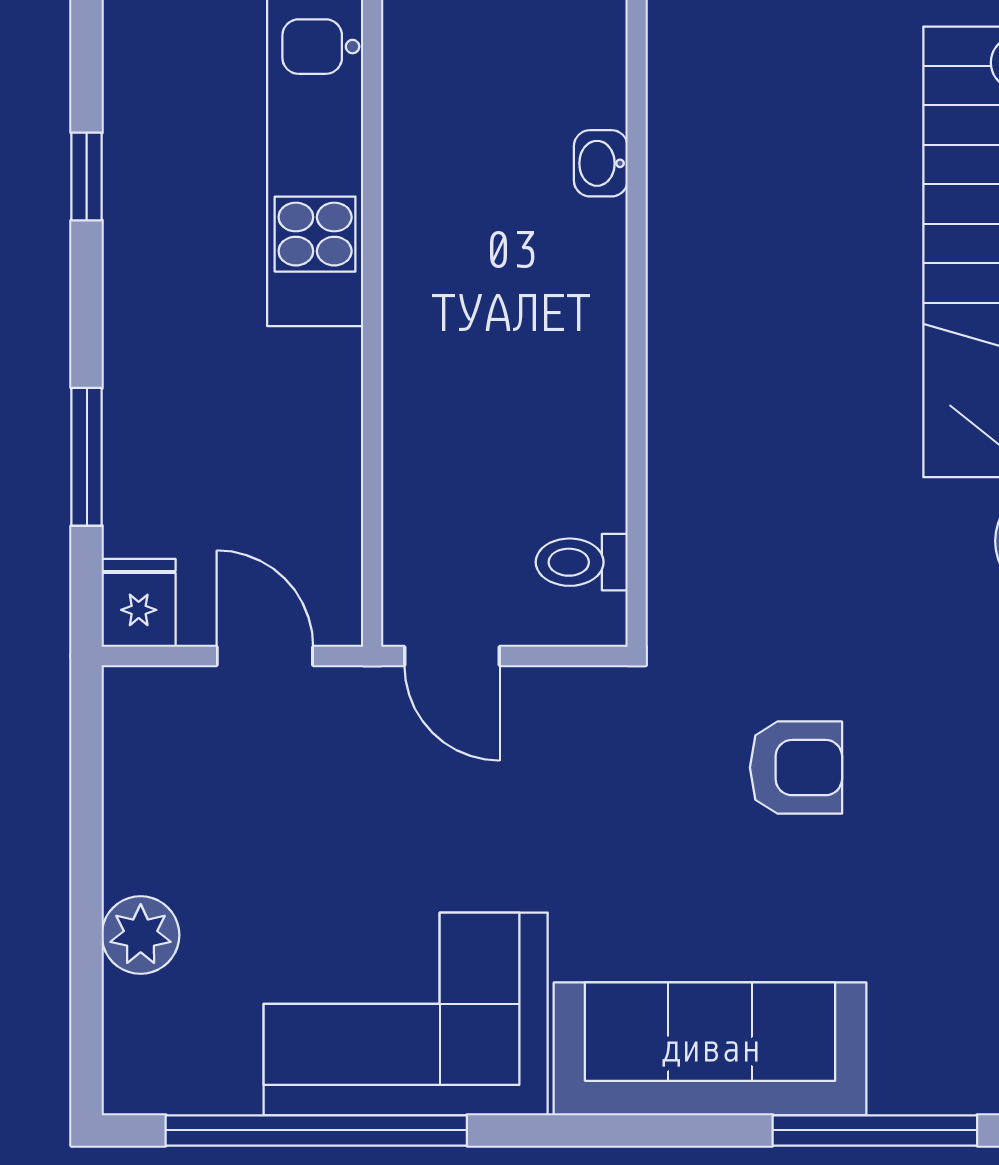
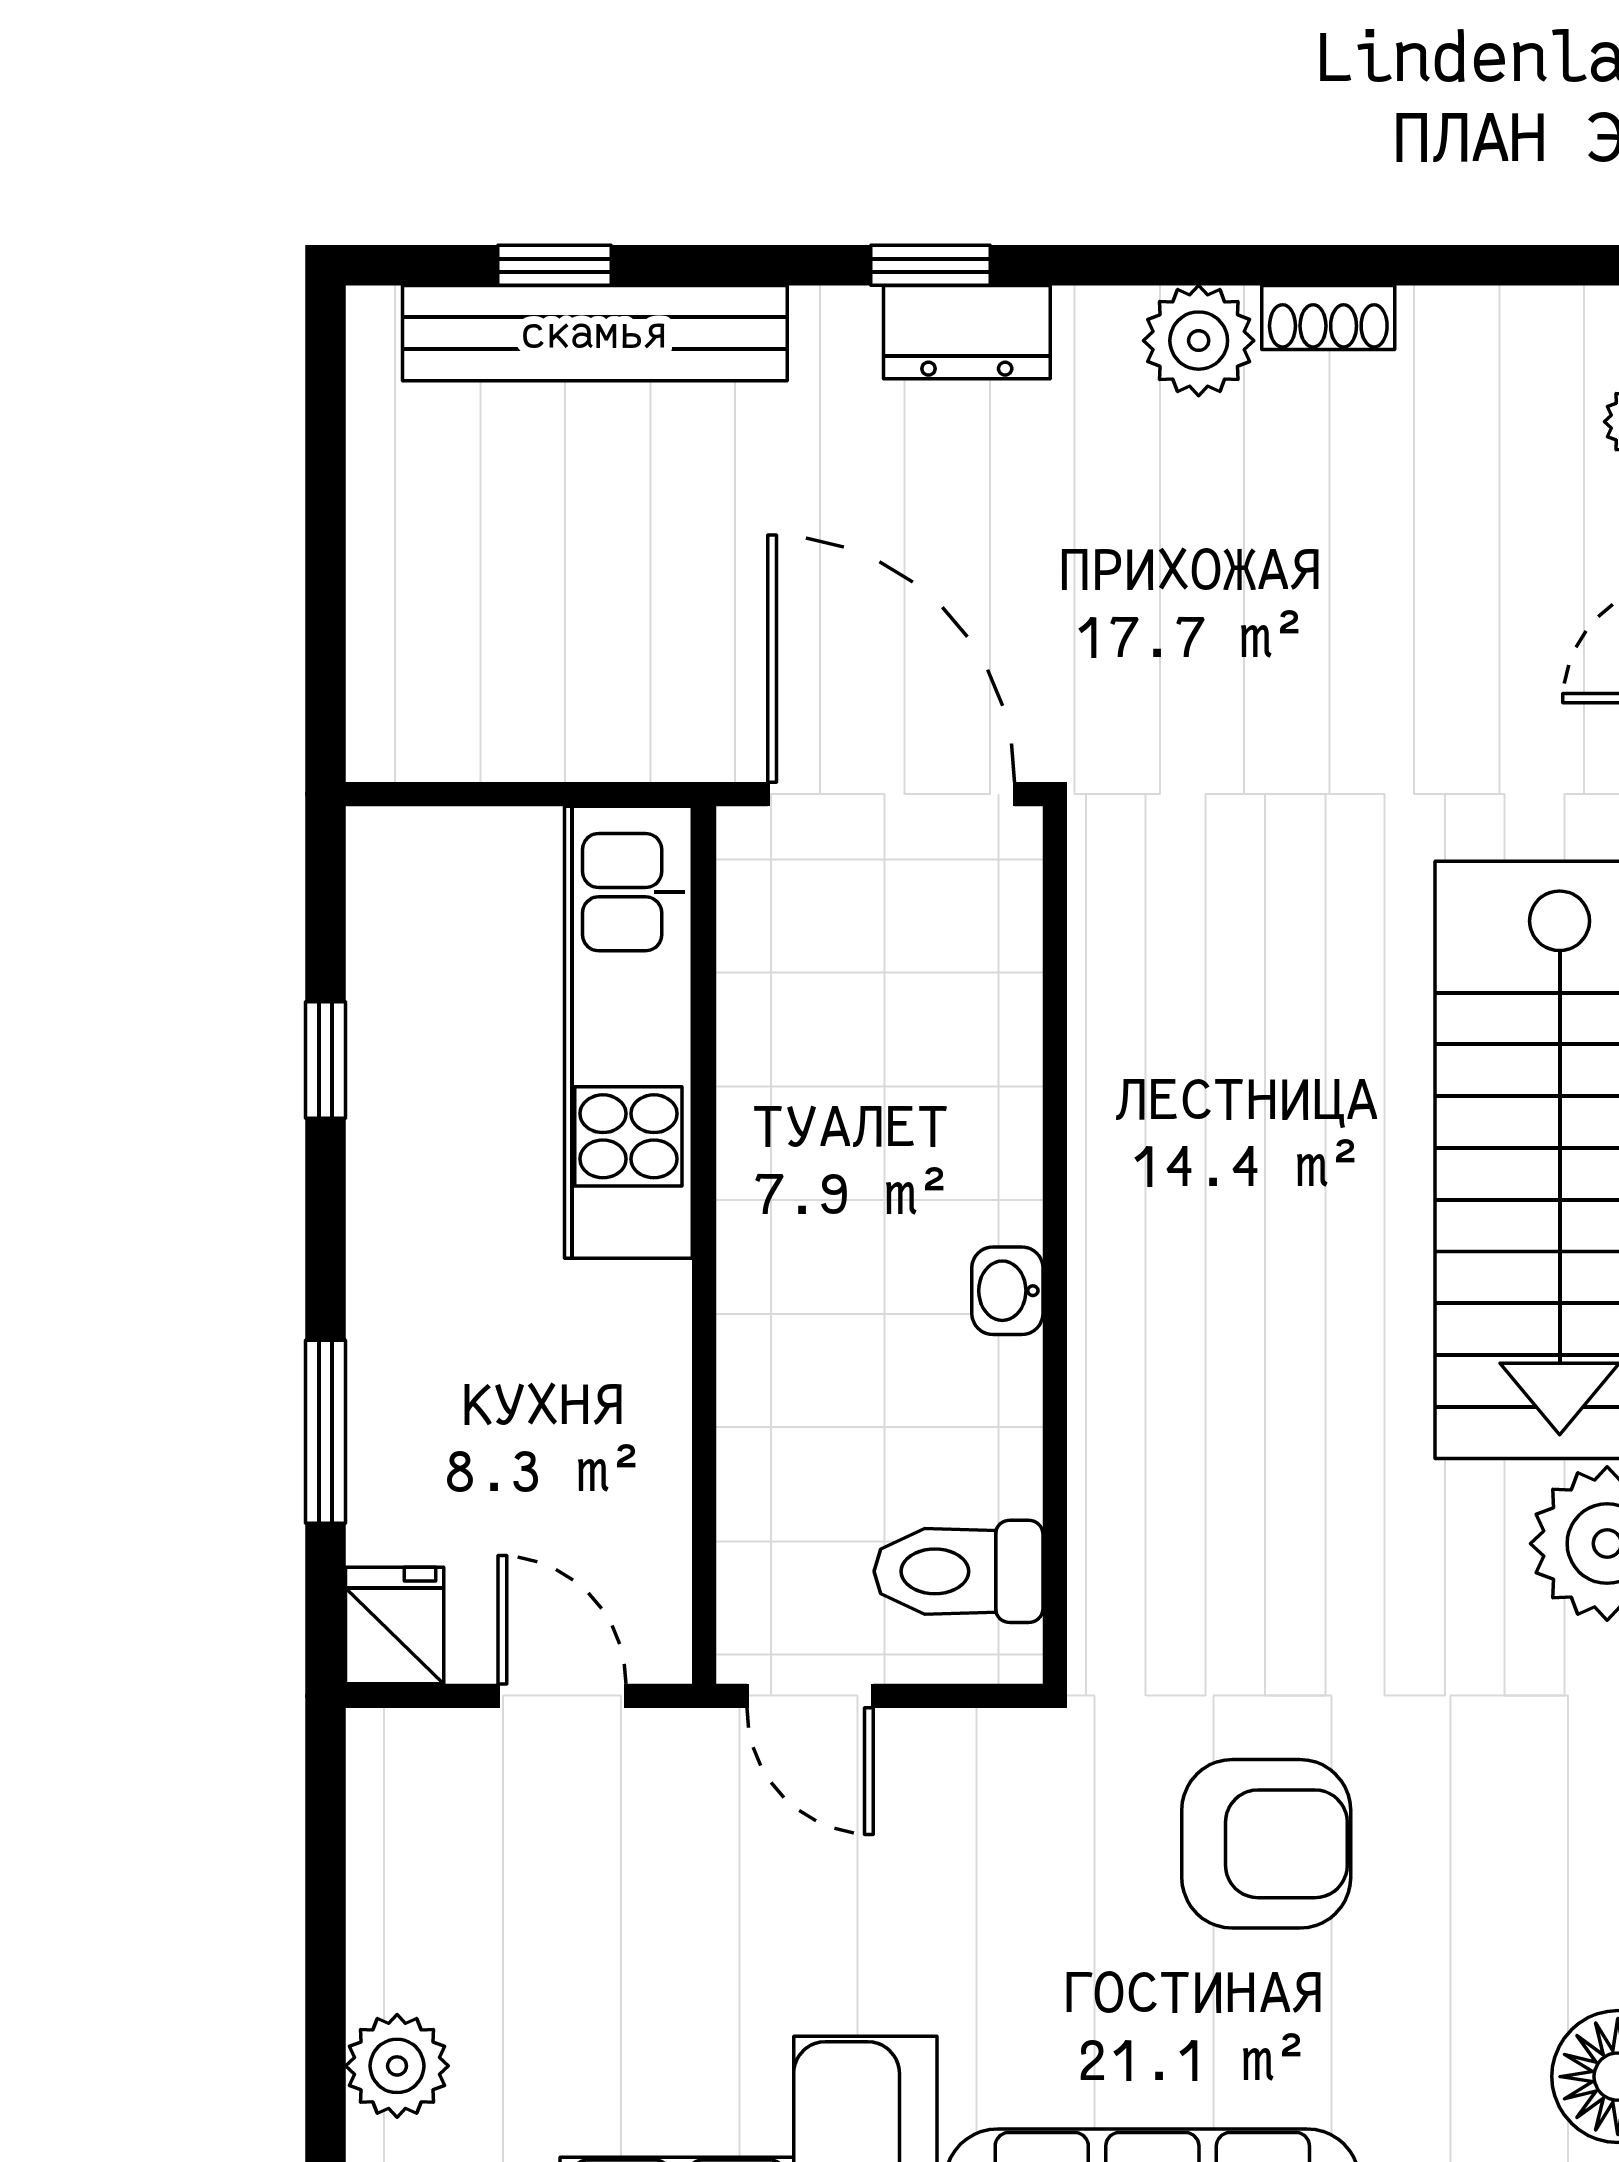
washbasin: (601, 163) -> (1007, 1291), moved
toilet: (582, 562) -> (958, 1571), width x1.37, depth x1.39
armchair: (796, 768) -> (1266, 1844), width x1.38, depth x1.38

